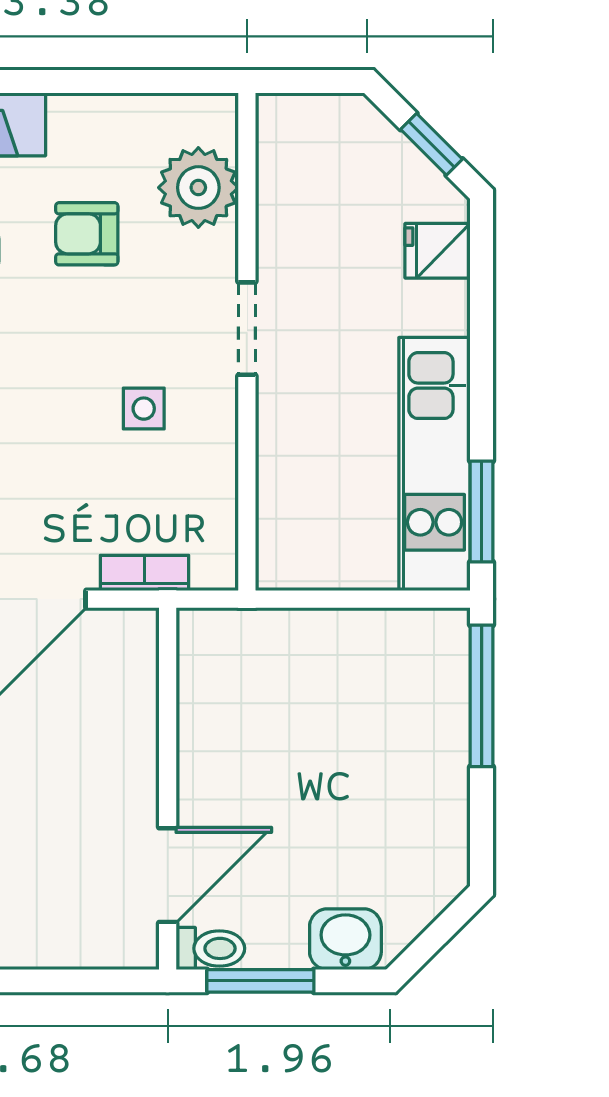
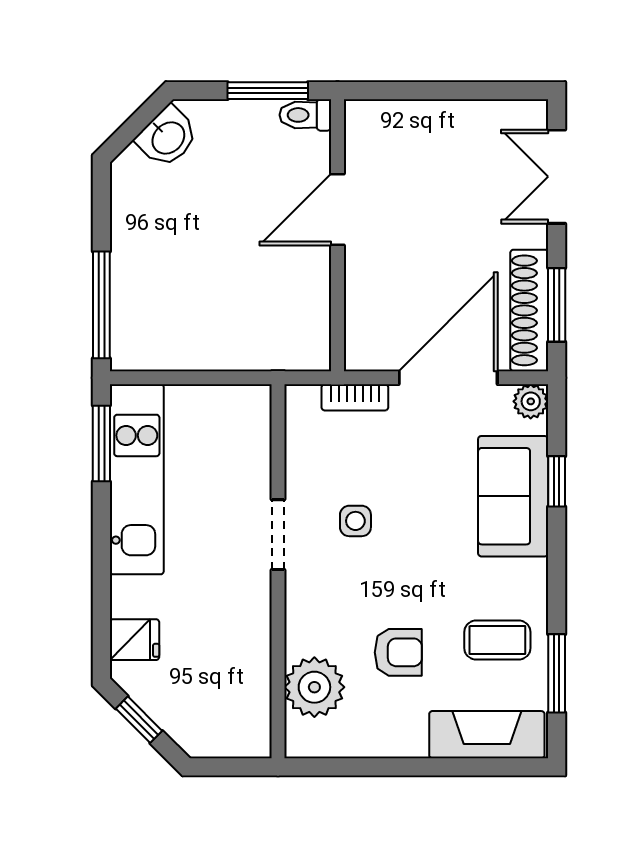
doorway: (247, 329) -> (278, 535), moved
door: (168, 875) -> (338, 210), moved
washbasin: (345, 939) -> (167, 137), moved, turned -45

